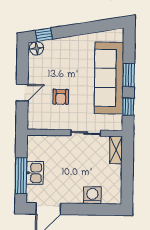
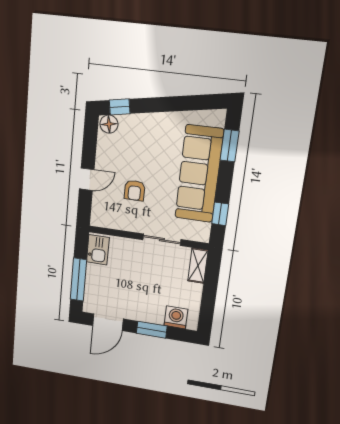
window: (129, 75) -> (230, 146), moved
kitchen sink: (35, 173) -> (98, 250), moved
washing machine: (92, 195) -> (176, 317), moved
window: (85, 209) -> (152, 330), added

